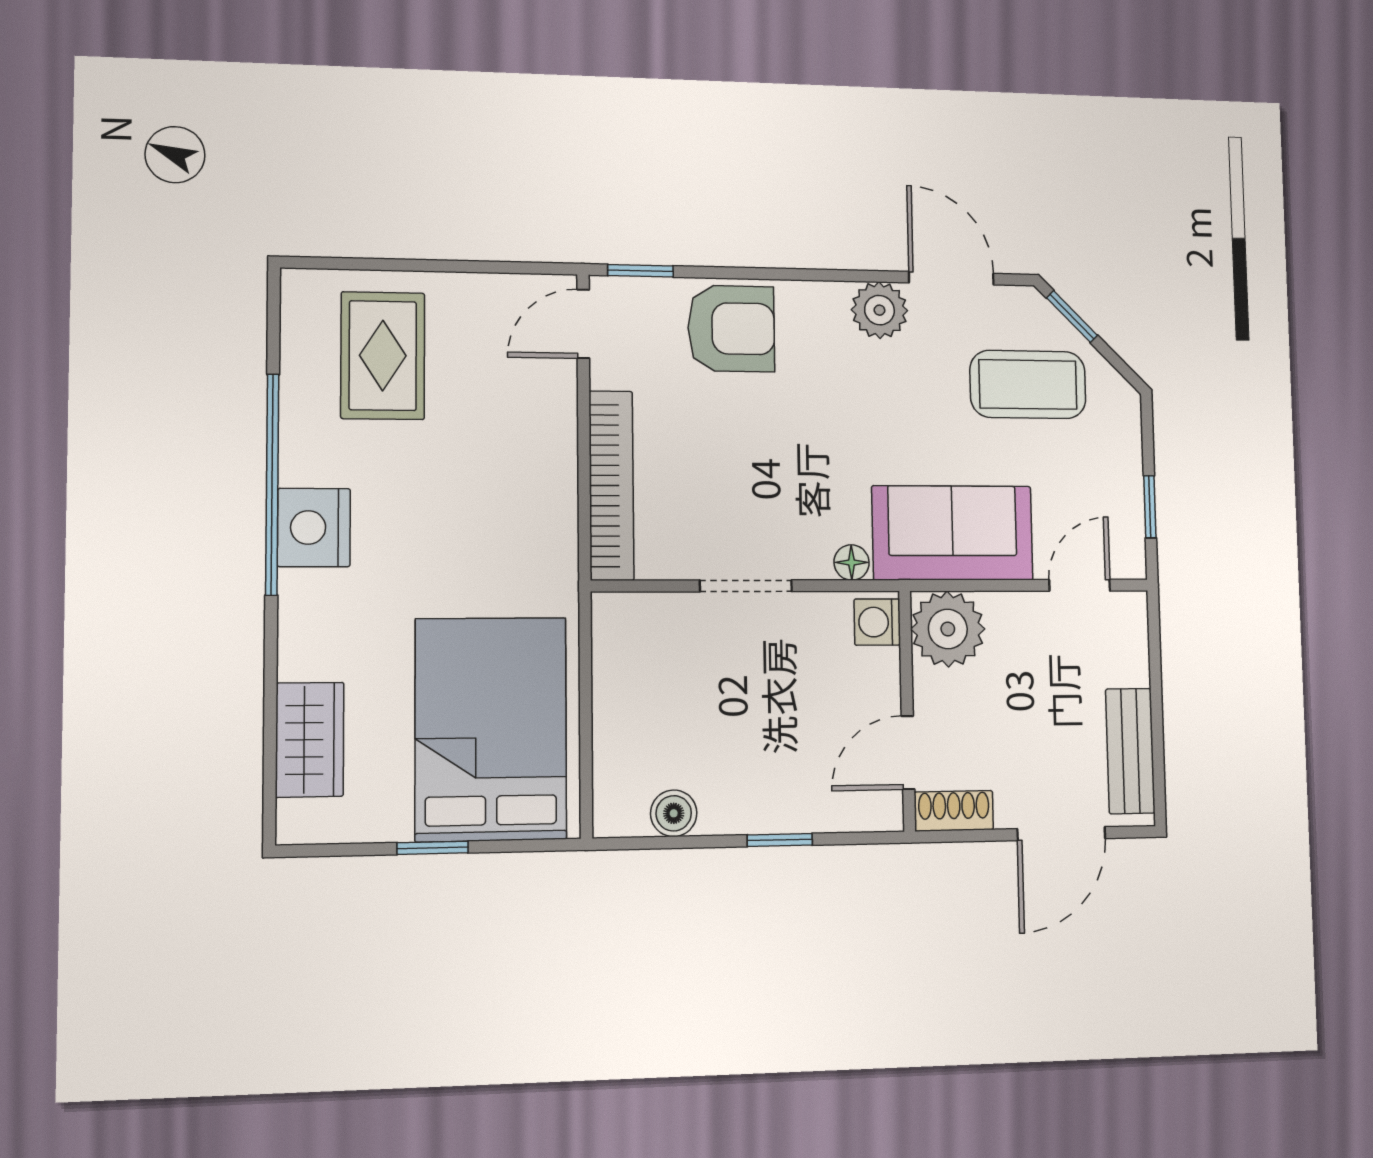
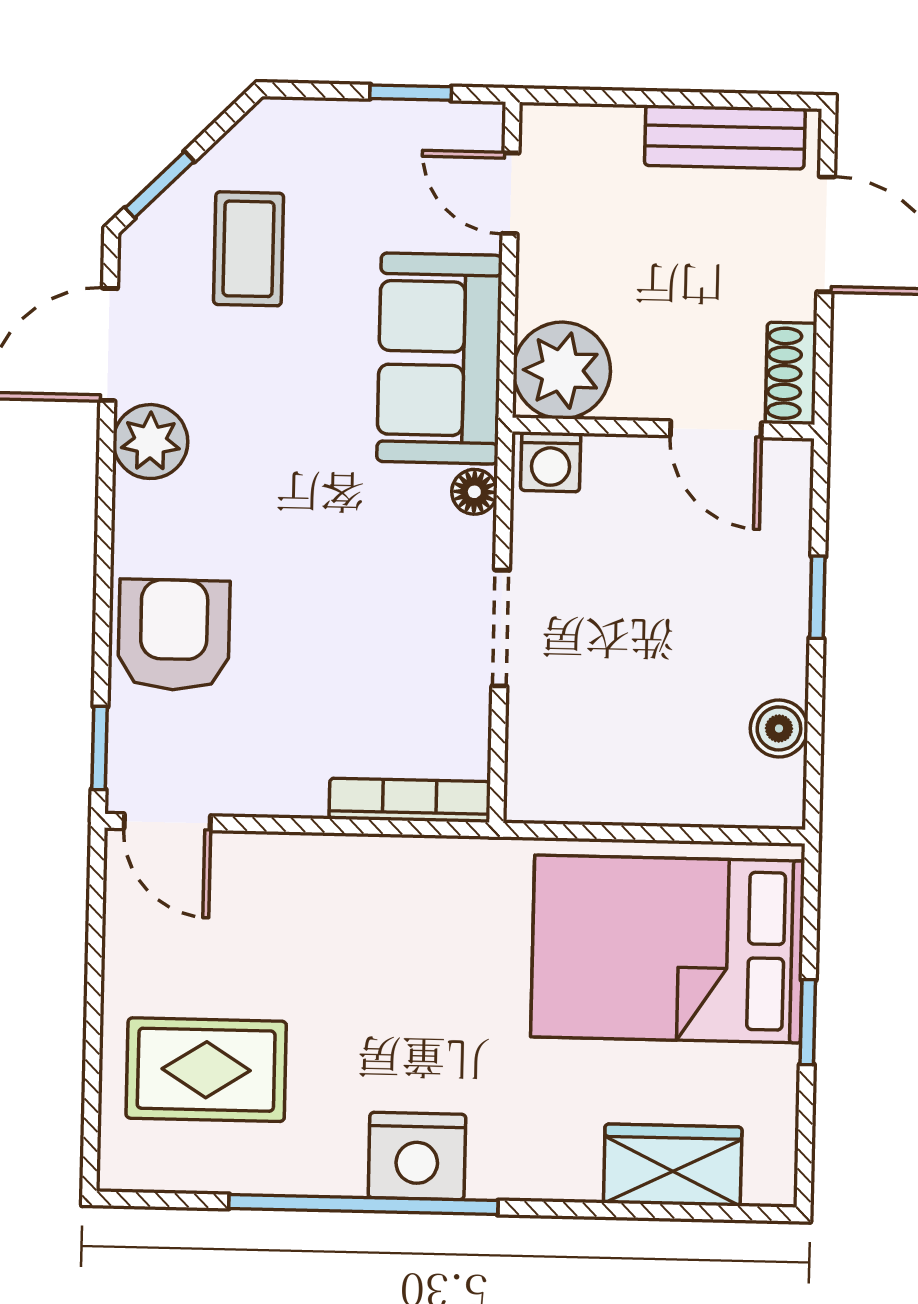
coffee table: (1028, 384) -> (249, 249), width x0.73, depth x0.77
bookcase: (611, 485) -> (410, 800), width x0.68, depth x0.76

